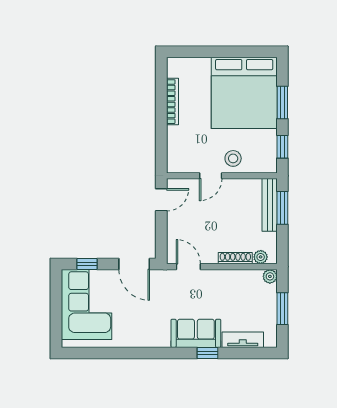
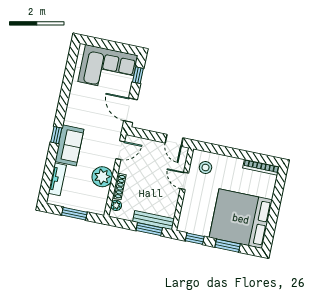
bookcase: (172, 102) -> (261, 167), moved
stool: (233, 158) -> (205, 168), moved
door: (134, 264) -> (131, 110), hinge flipped
plant: (270, 276) -> (102, 177), moved, width x1.88, depth x1.88
window: (207, 353) -> (56, 135), moved

